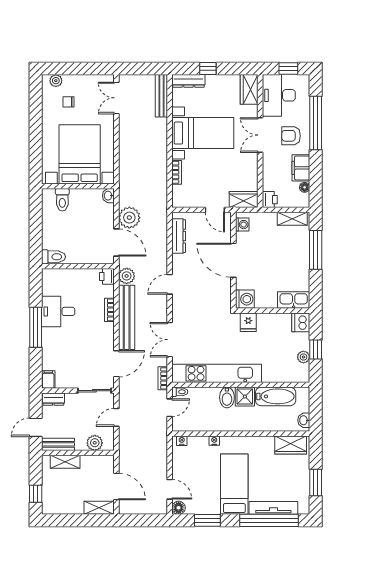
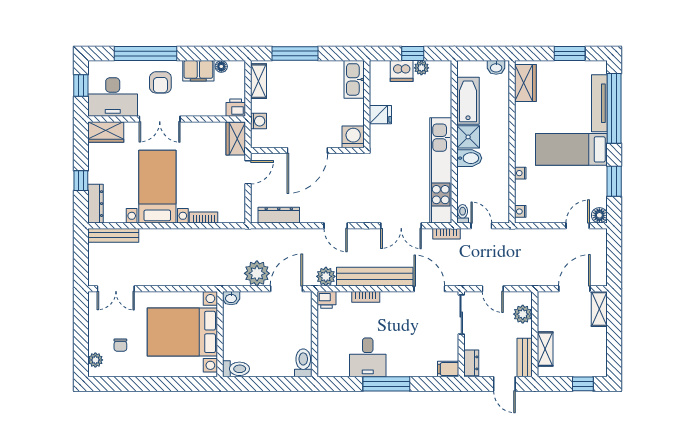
toilet: (62, 200) -> (236, 369), moved
washing machine: (242, 225) -> (258, 121), moved, turned 90
fridge: (248, 322) -> (380, 115), moved
dishwasher: (301, 322) -> (402, 71), moved

